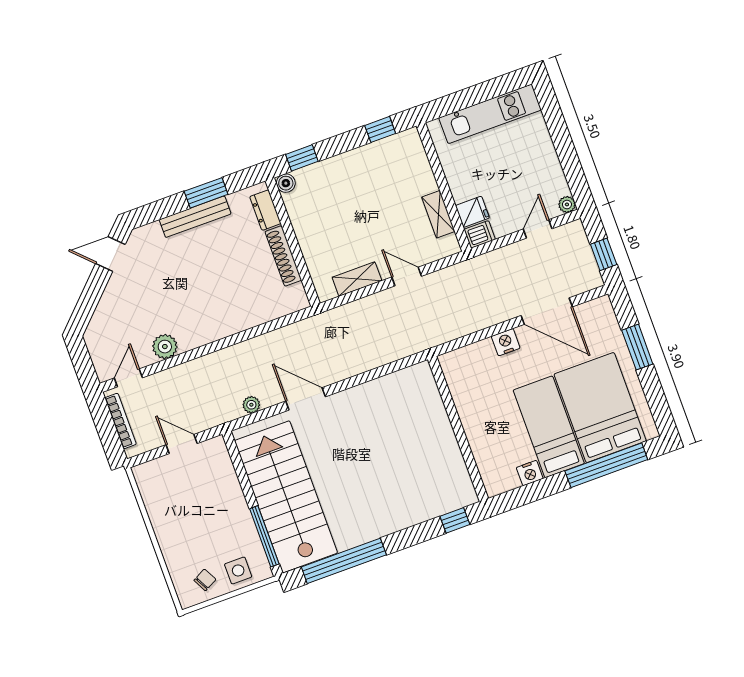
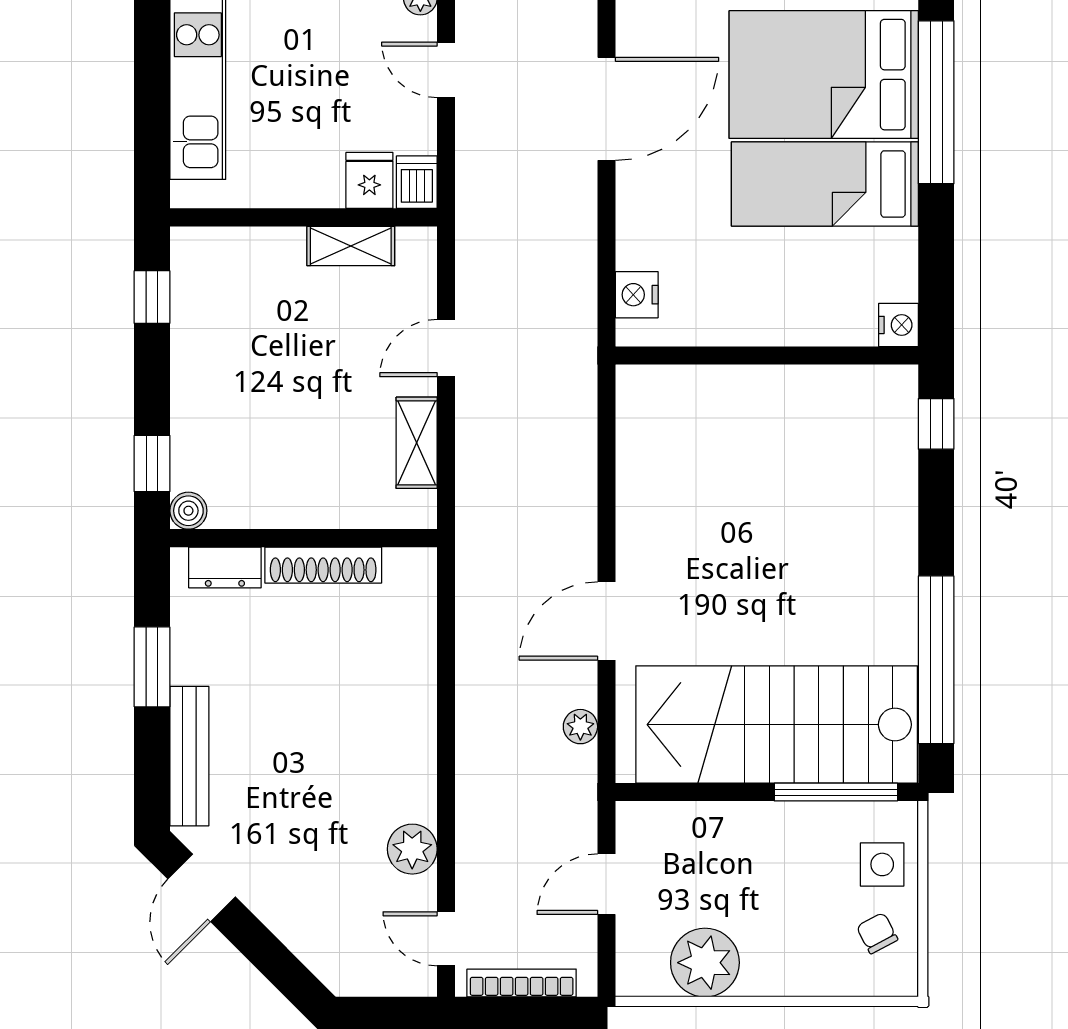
bench: (195, 217) -> (189, 756), moved
nightstand: (506, 342) -> (637, 295), moved
nightstand: (530, 473) -> (898, 325), moved
plant: (162, 504) -> (705, 963), added

